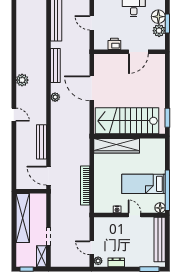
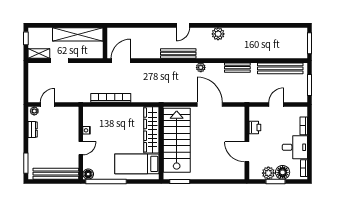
bench: (55, 66) -> (237, 68), width x0.73
door: (92, 88) -> (210, 105), hinge flipped
bench: (41, 142) -> (178, 53), moved
bed: (144, 184) -> (137, 164), moved, turned -90

